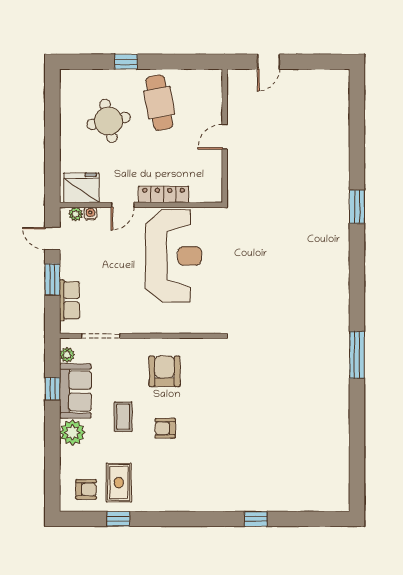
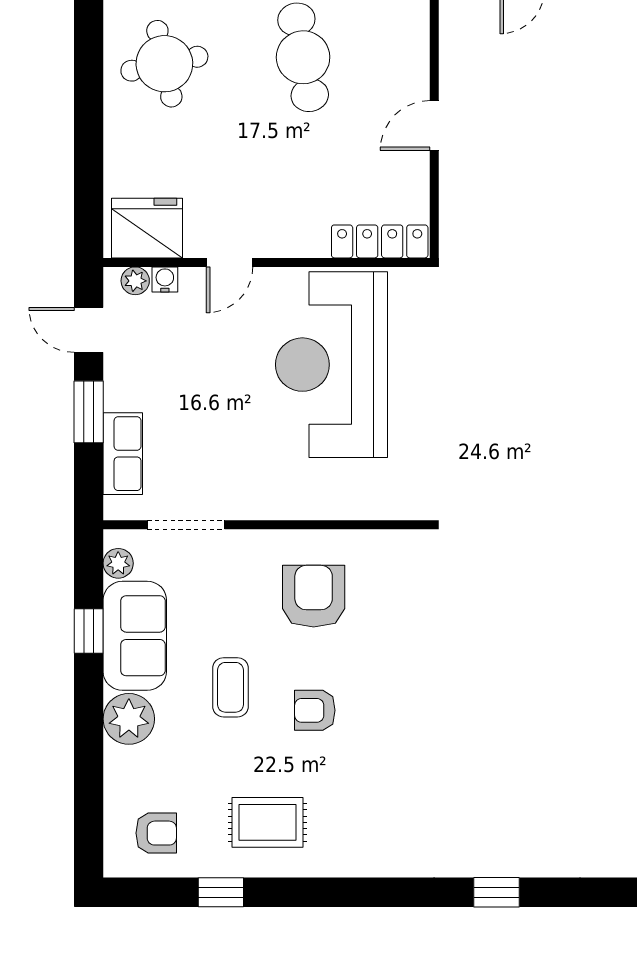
round table: (109, 121) -> (164, 64), moved
locker: (164, 194) -> (380, 241), moved
reception desk: (173, 256) -> (331, 365), turned 180
rug: (119, 483) -> (268, 822), moved, turned 90

